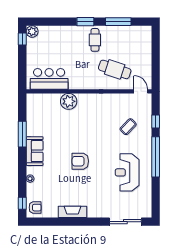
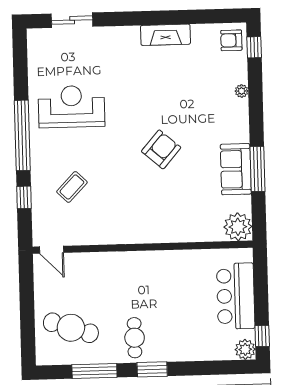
cafe table: (115, 69) -> (71, 328), moved
bar counter: (49, 79) -> (236, 296), moved, turned 90
plant: (69, 101) -> (238, 227), moved
sofa: (35, 151) -> (236, 169), moved
armchair: (80, 161) -> (161, 149), moved, turned -49
reception desk: (127, 172) -> (72, 107), turned -90
sliding door: (125, 222) -> (72, 20), width x0.73

